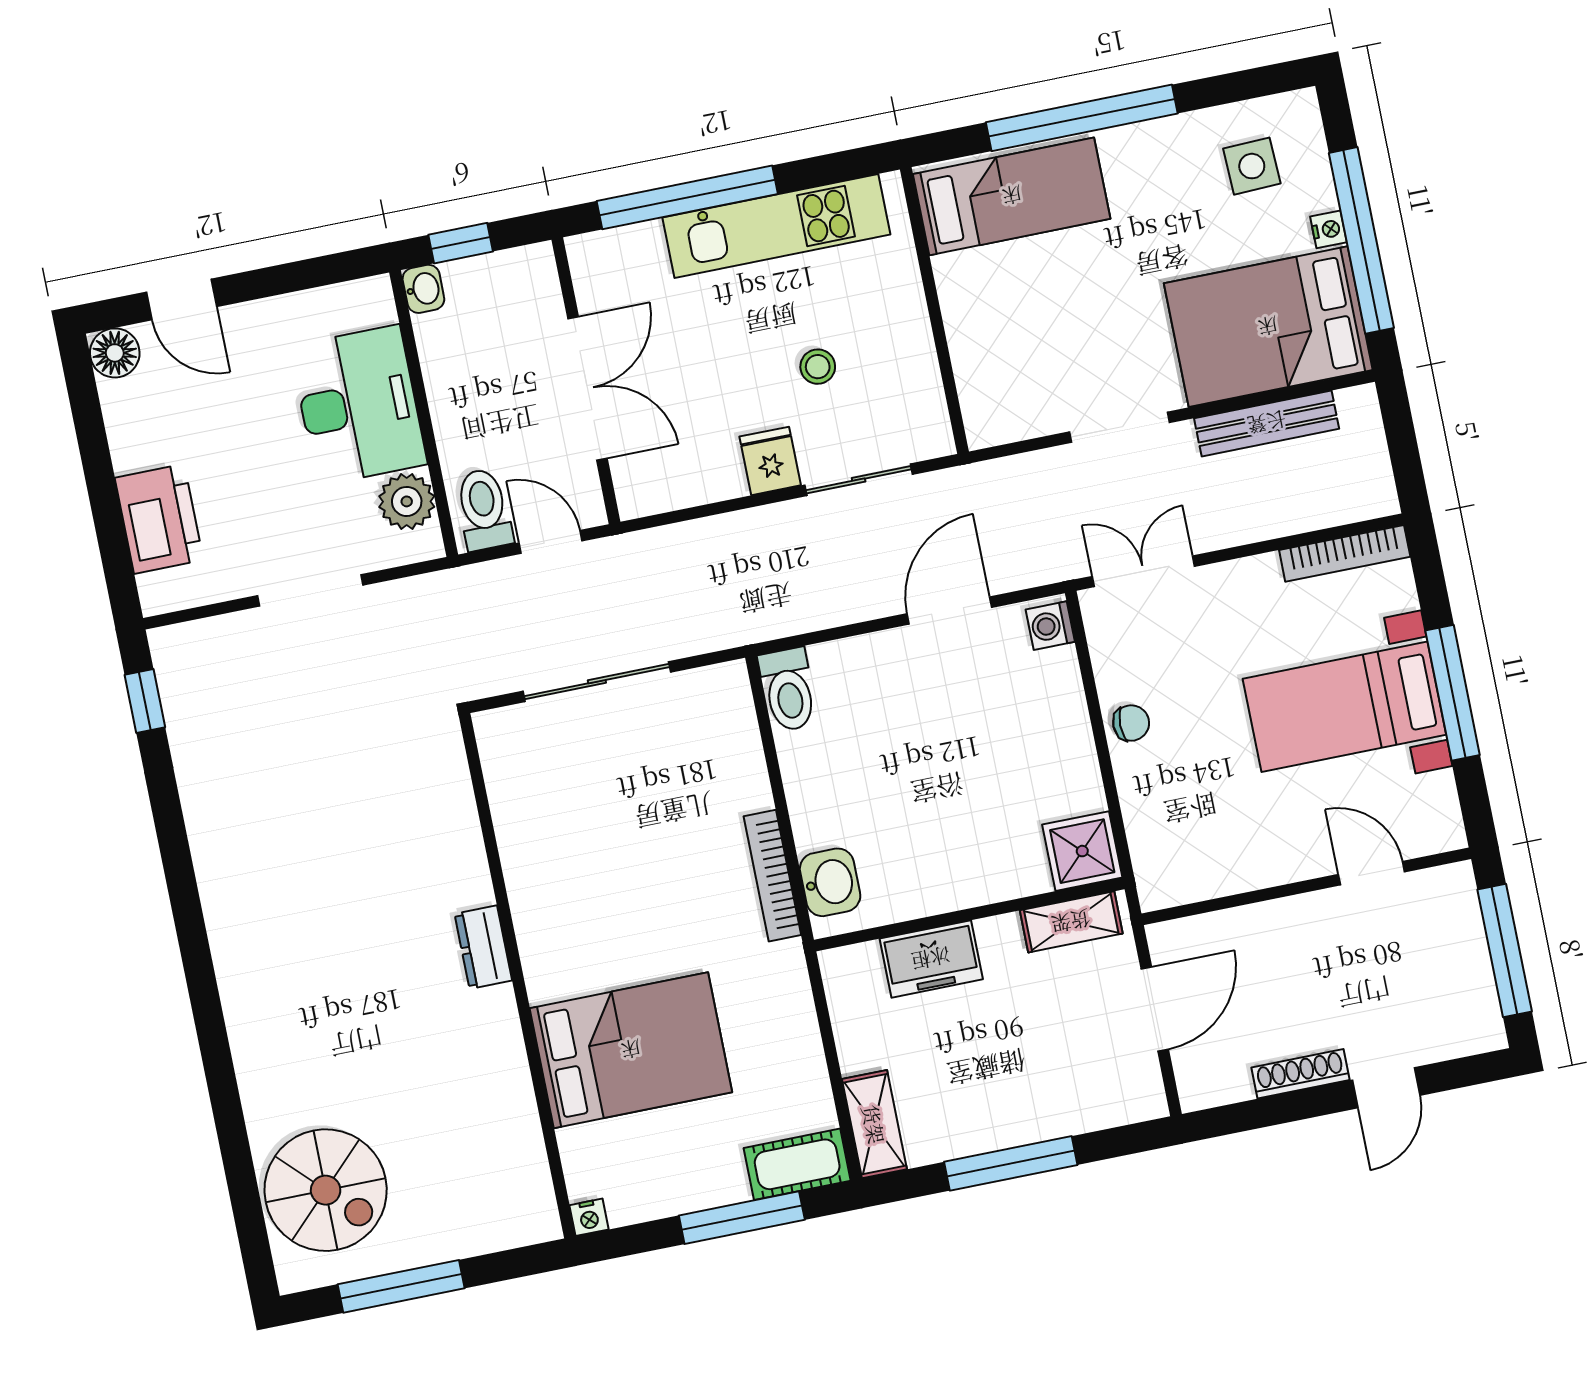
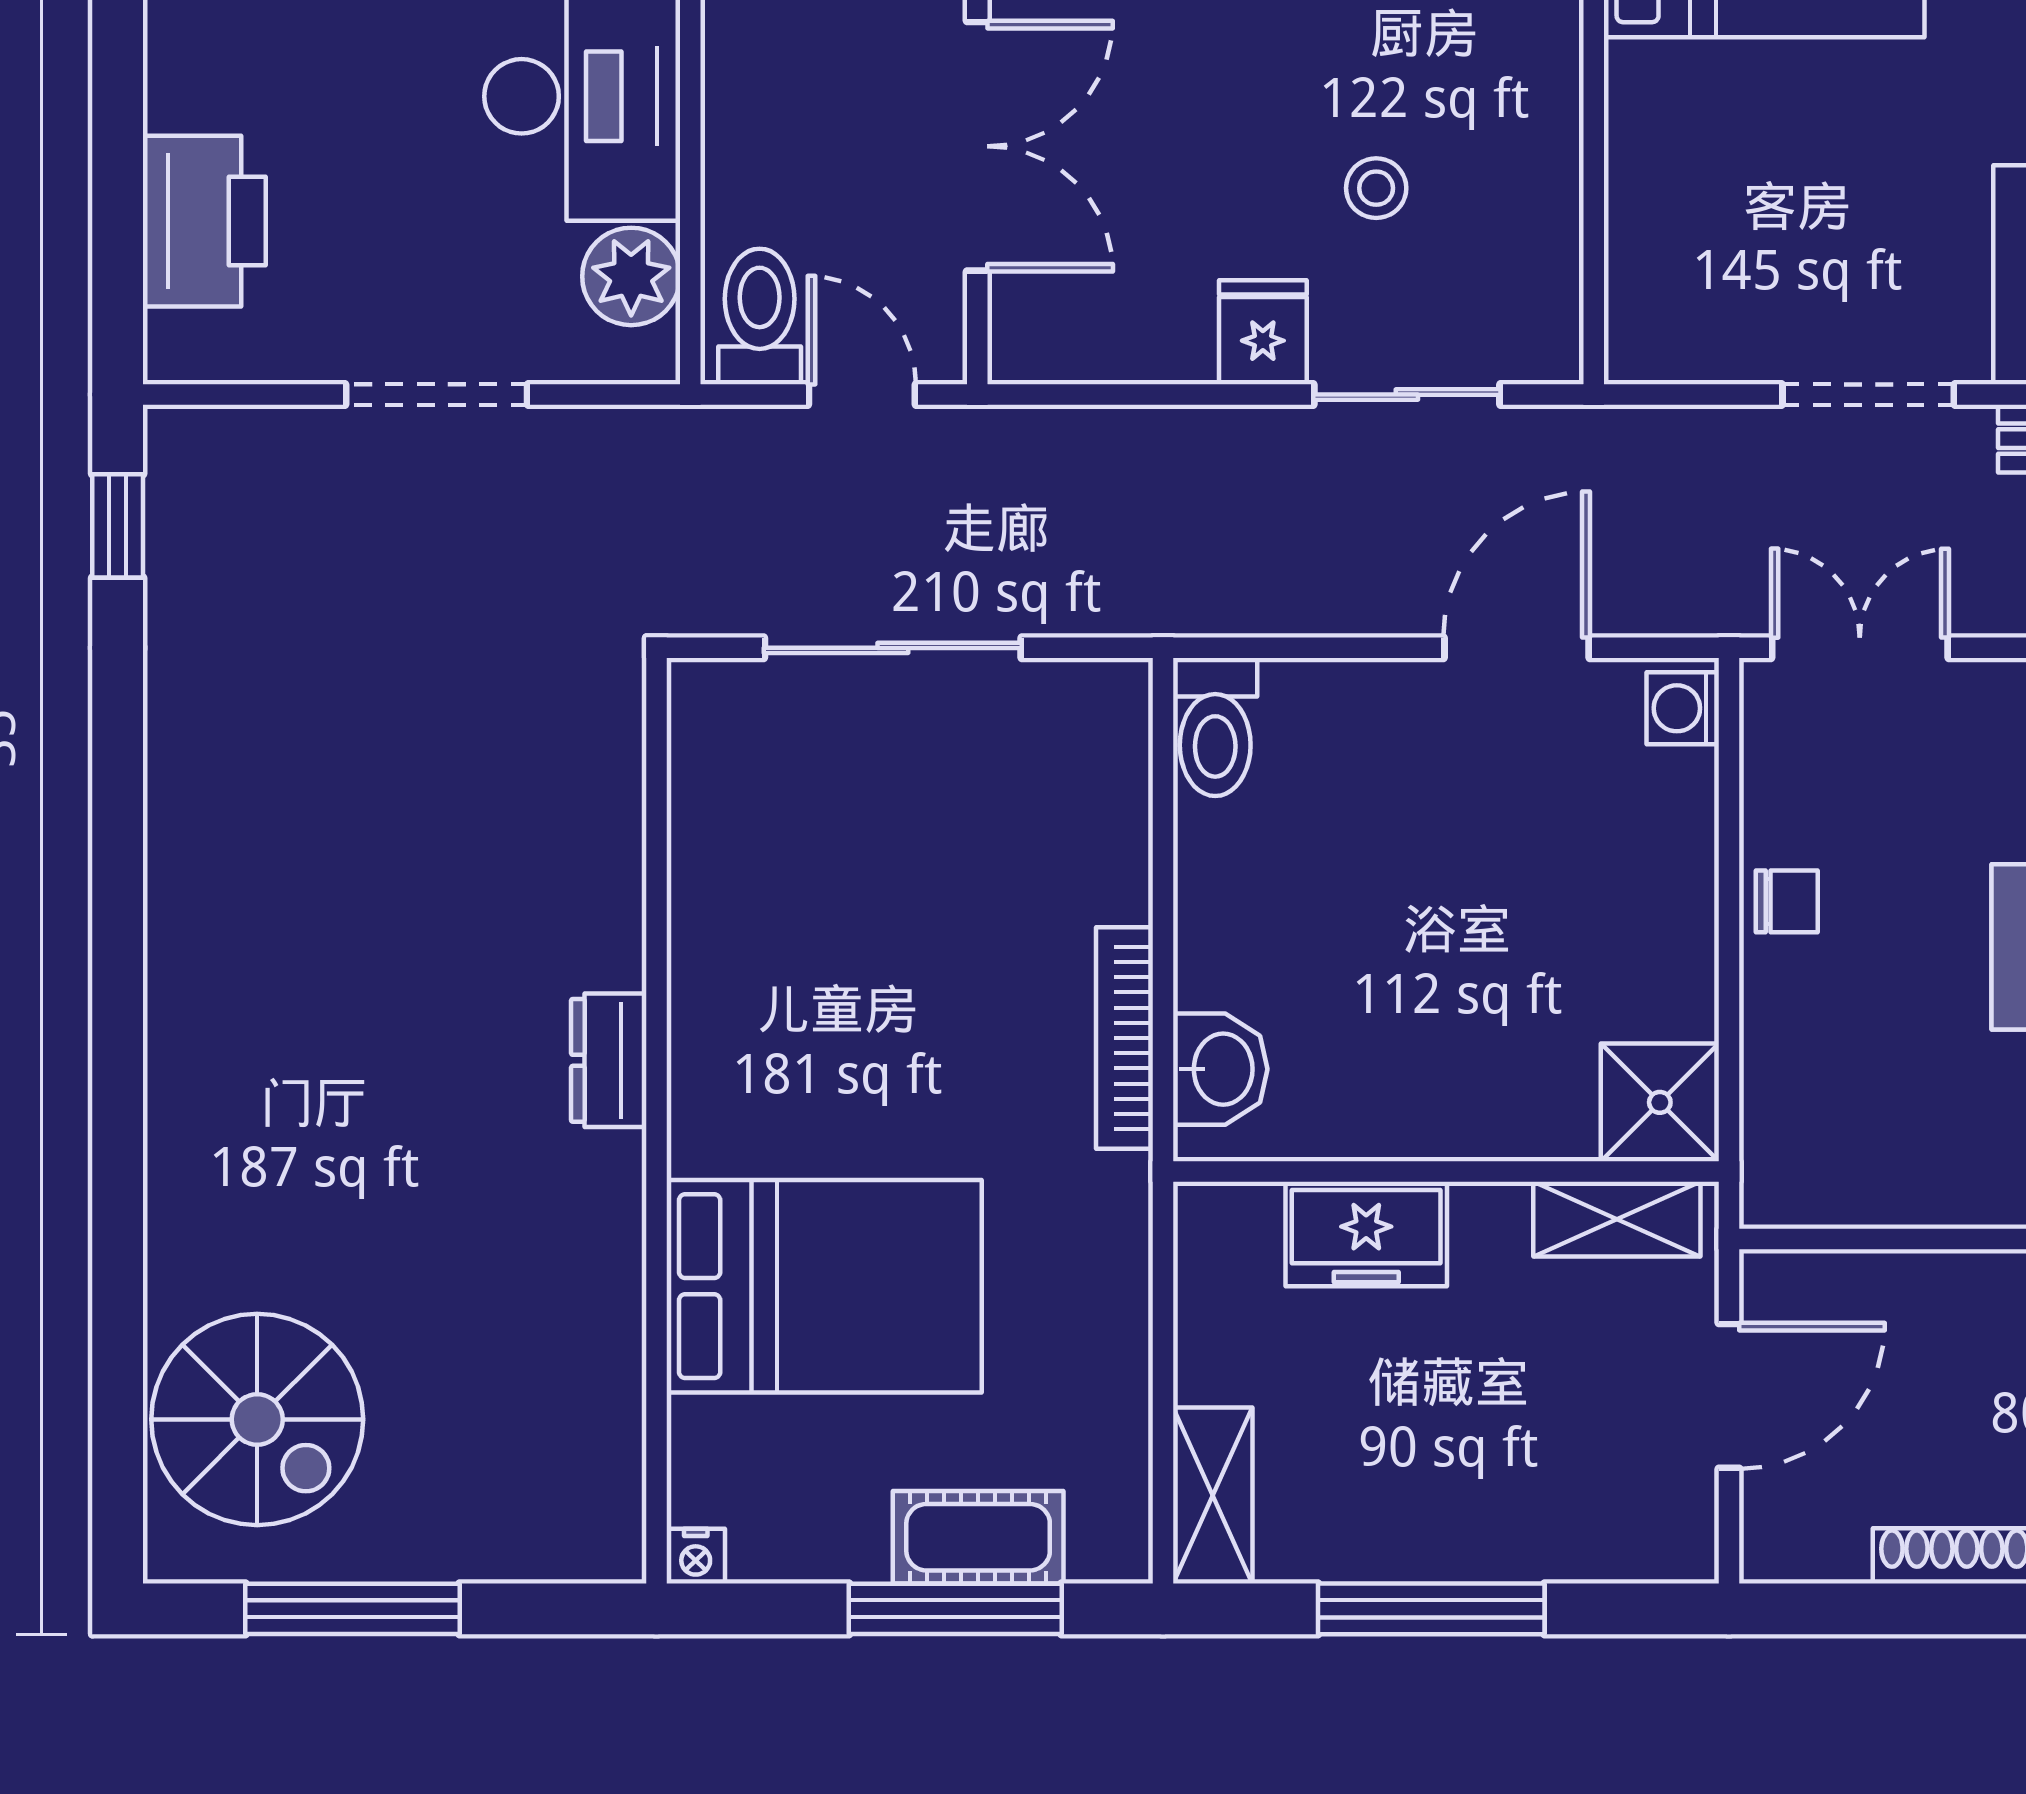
cot: (797, 1164) -> (978, 1537), moved

